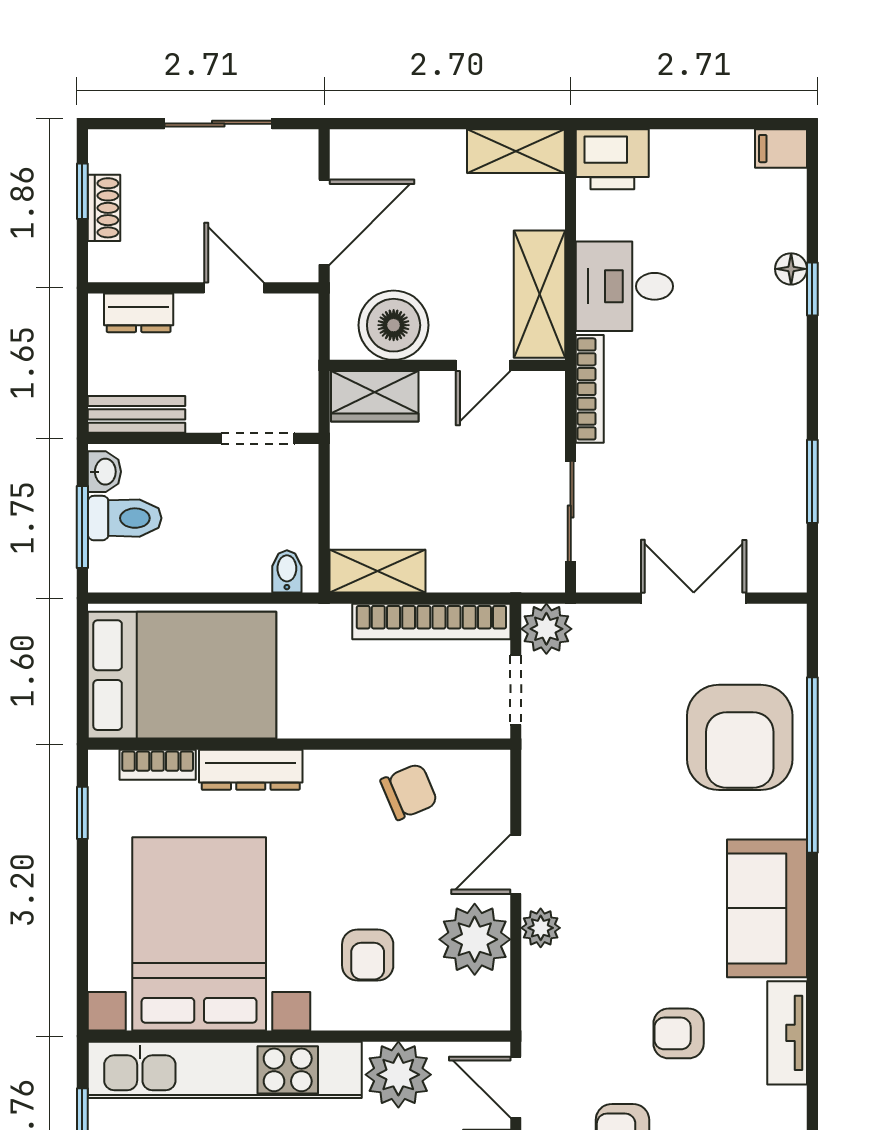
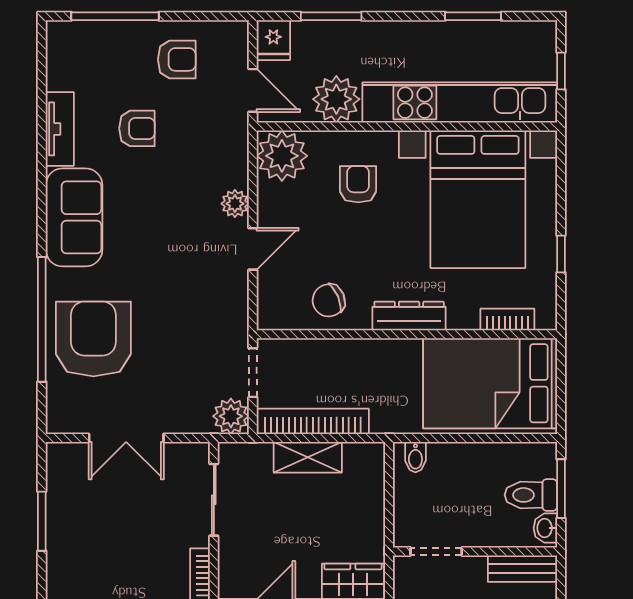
shelving: (378, 571) -> (308, 457), moved
dresser: (251, 770) -> (409, 316), moved
window: (82, 813) -> (561, 254), moved
plant: (475, 939) -> (282, 156), moved

